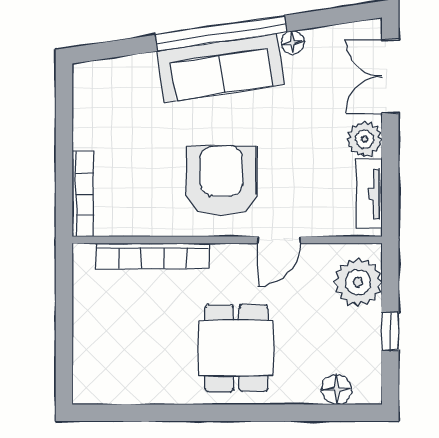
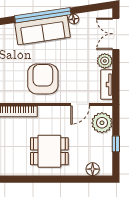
door: (279, 240) -> (80, 104), moved
dining table: (236, 348) -> (49, 151), turned 90

